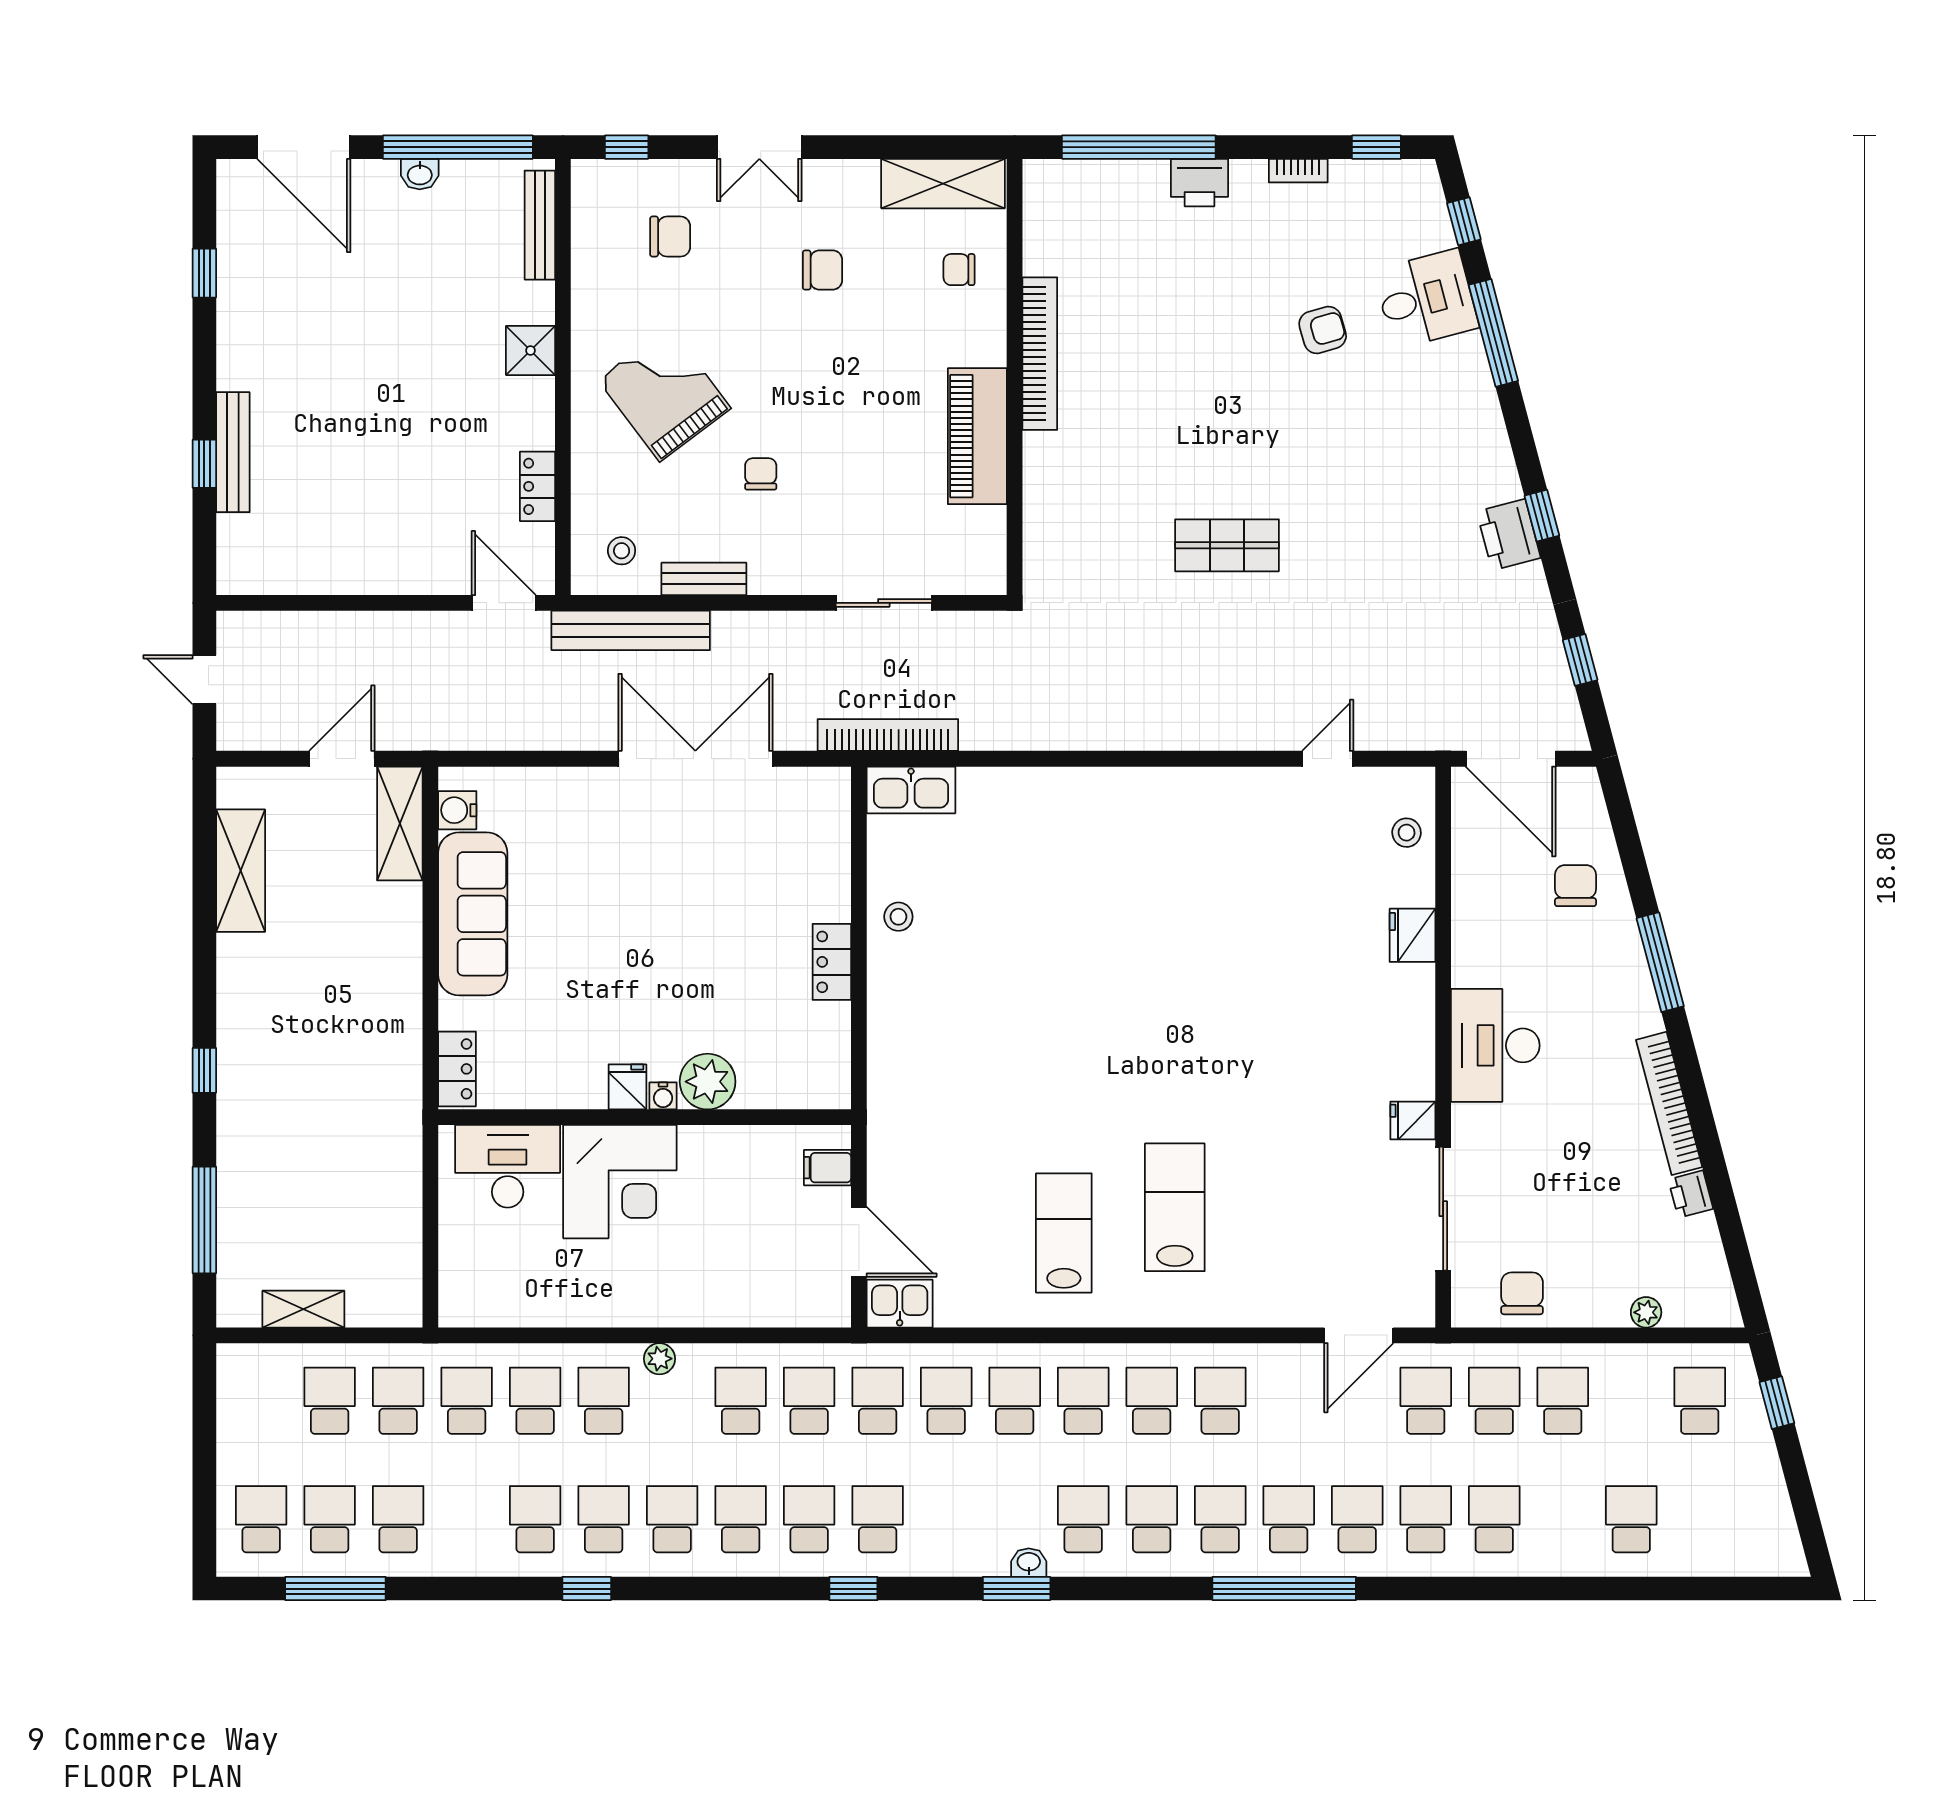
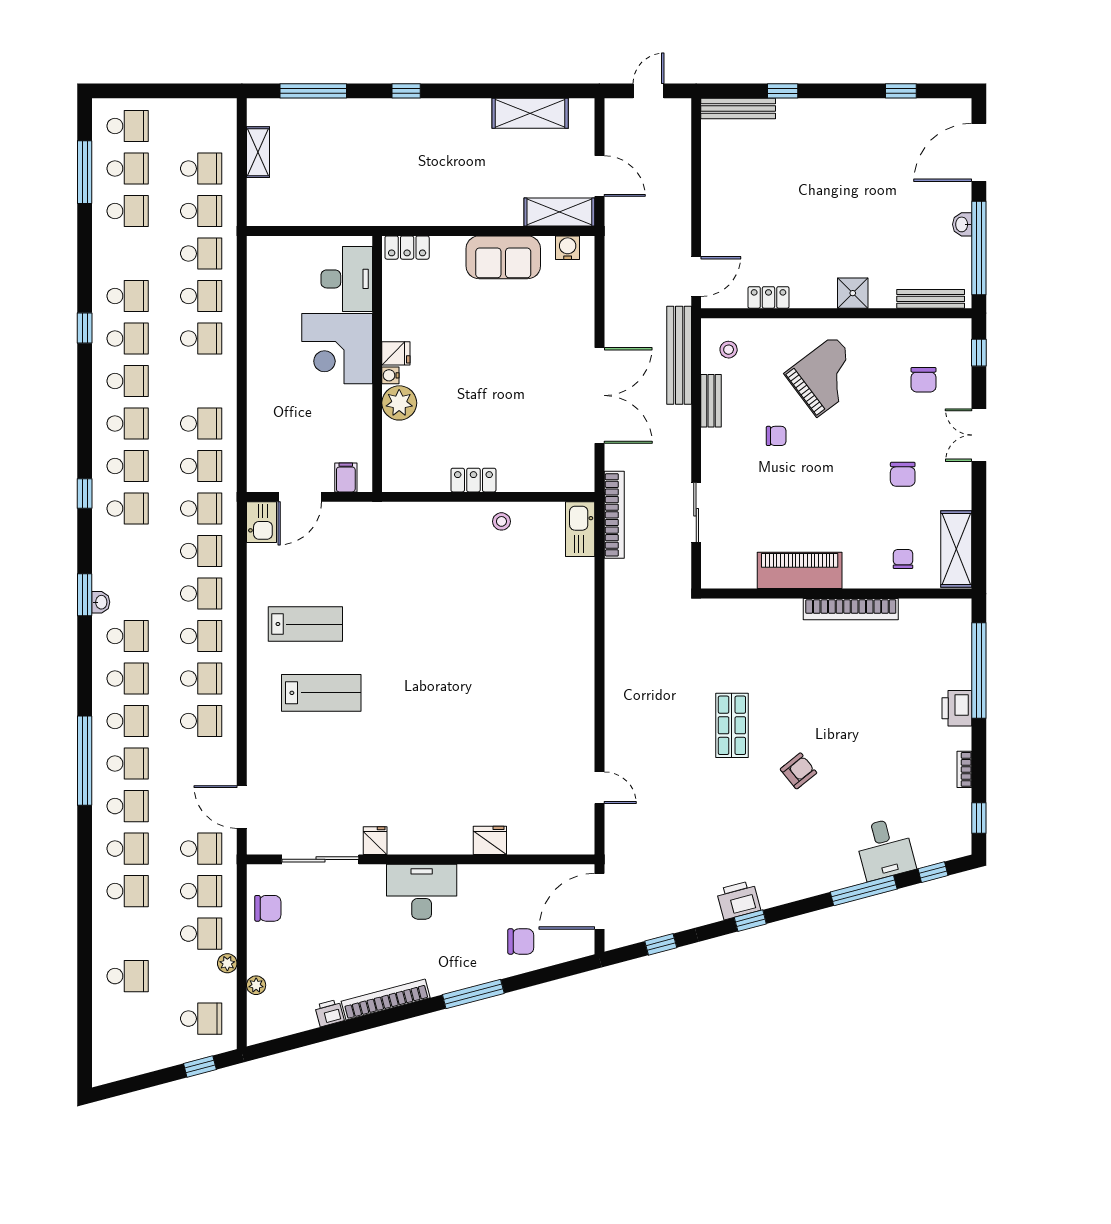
armchair: (1323, 330) -> (798, 771), moved, turned -113
bench: (233, 452) -> (738, 108), moved
stool: (1407, 833) -> (554, 837), removed
sofa: (473, 914) -> (503, 257), width x0.73
plant: (659, 1359) -> (227, 963), moved

